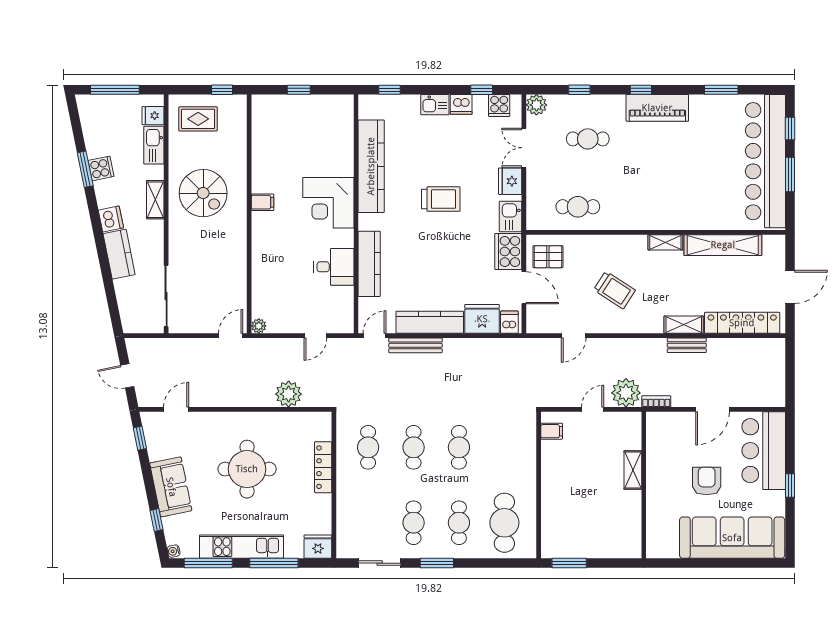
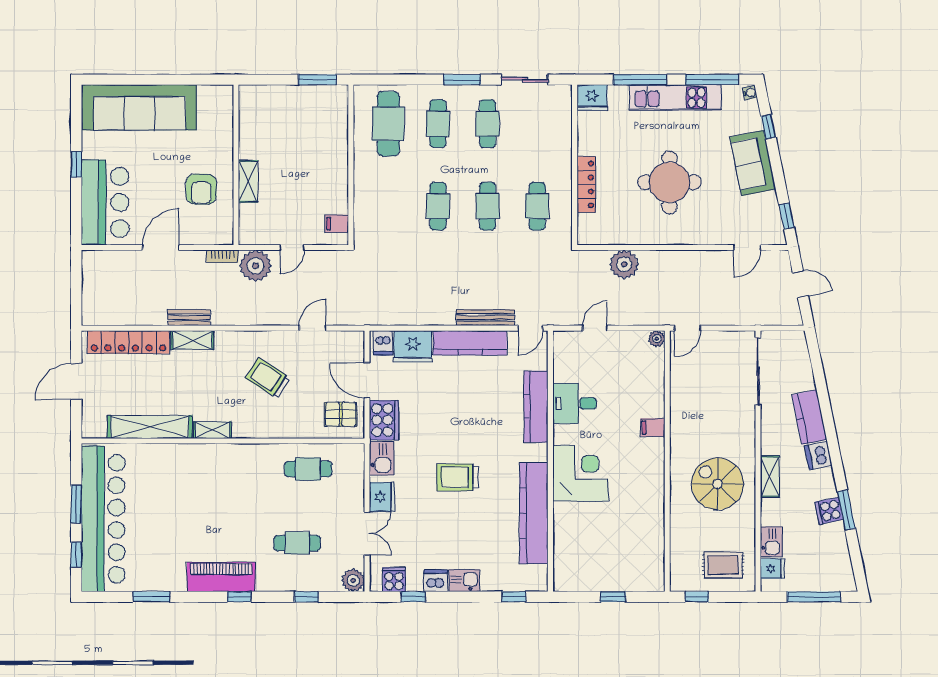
kitchen sink: (154, 145) -> (771, 542), width x0.73
filing cabinet: (262, 202) -> (653, 427), moved
armchair: (707, 481) -> (201, 189), moved

